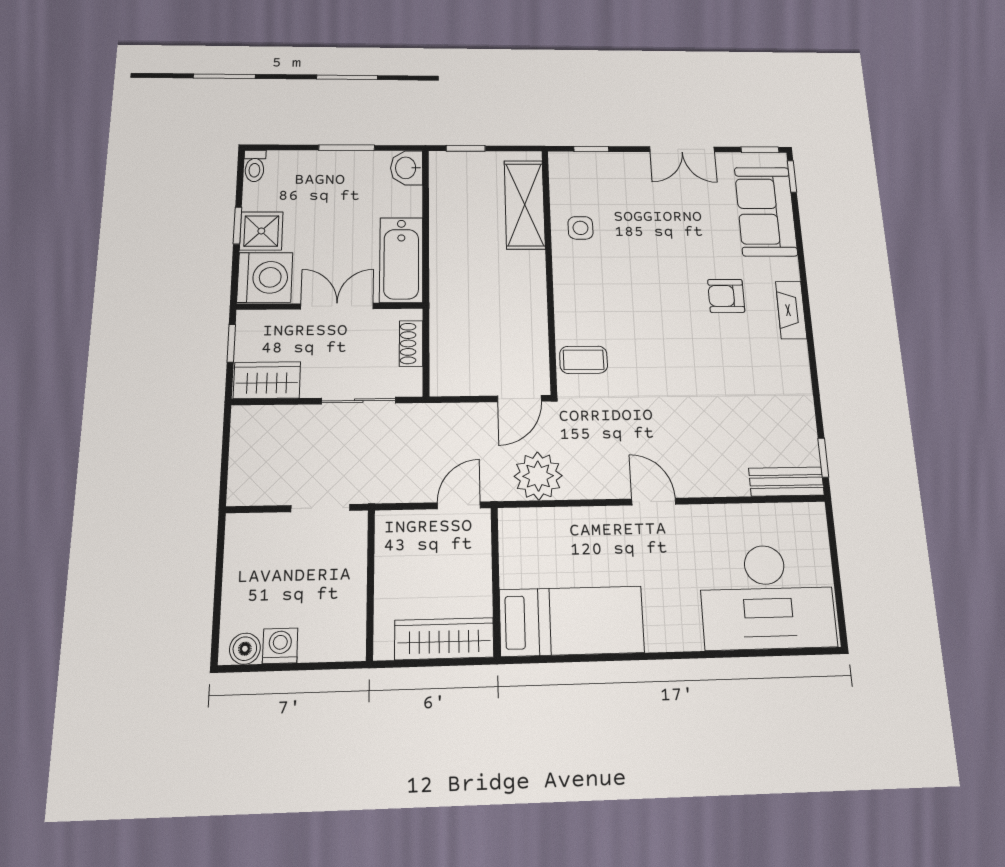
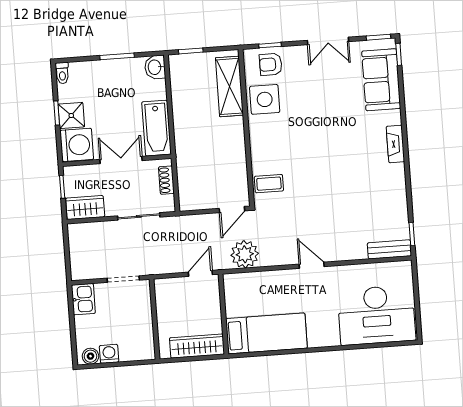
side table: (580, 228) -> (265, 99), width x1.87, depth x1.87
armchair: (726, 296) -> (271, 64), moved
kitchen sink: (244, 541) -> (83, 299), added

